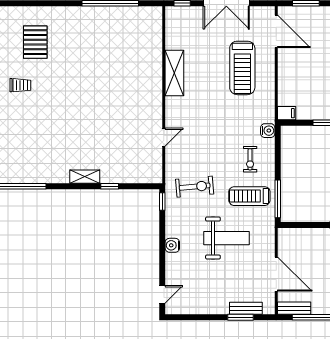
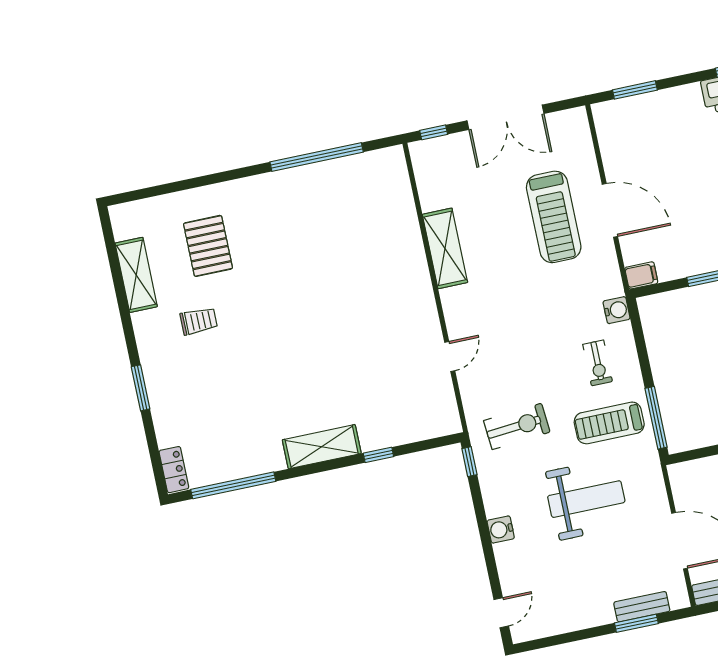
door: (276, 31) -> (610, 210), moved
shelving: (85, 177) -> (322, 447), width x1.50, depth x1.33

